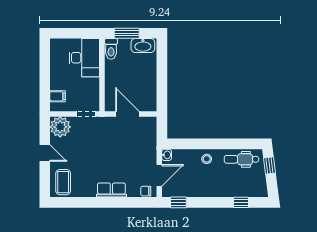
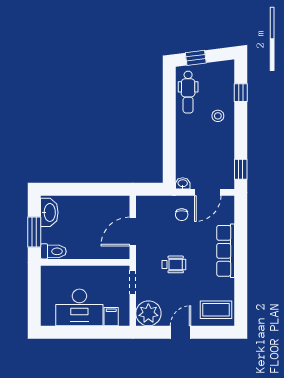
desk: (84, 58) -> (79, 307), moved, turned 180
wheelchair: (100, 148) -> (174, 264), added
stool: (207, 159) -> (218, 116), moved
door: (159, 175) -> (208, 192), swing flipped
row of seats: (111, 190) -> (226, 251), width x1.48
chair: (146, 191) -> (182, 215), moved

